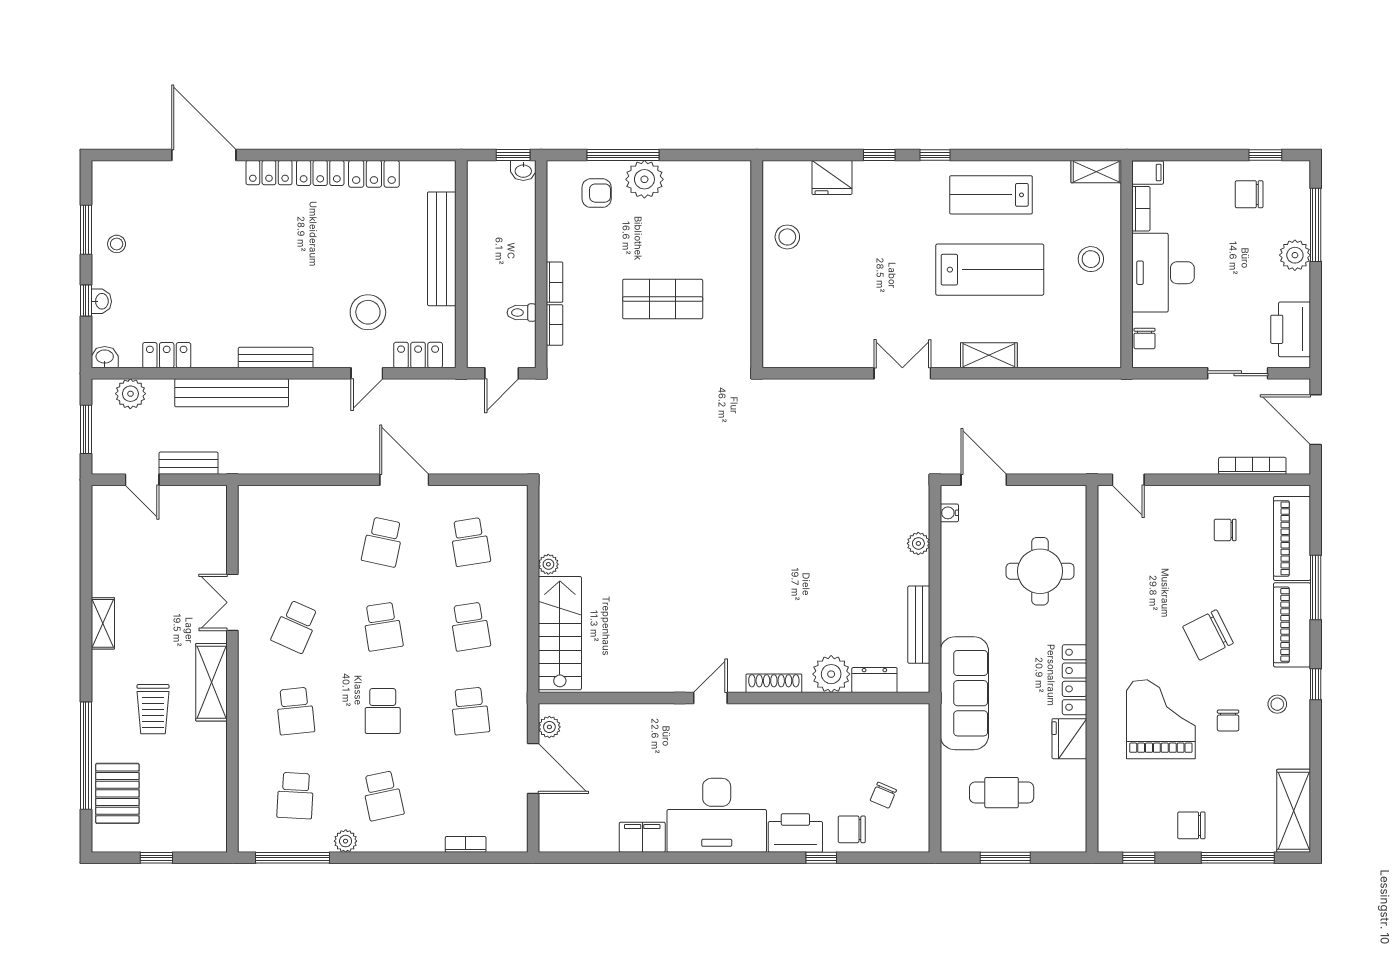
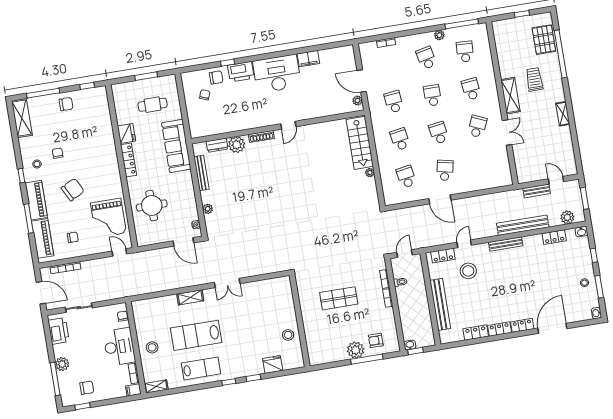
door: (204, 155) -> (552, 328), swing flipped
washbasin: (101, 301) -> (596, 313), moved
grand piano: (1161, 719) -> (108, 218), moved

